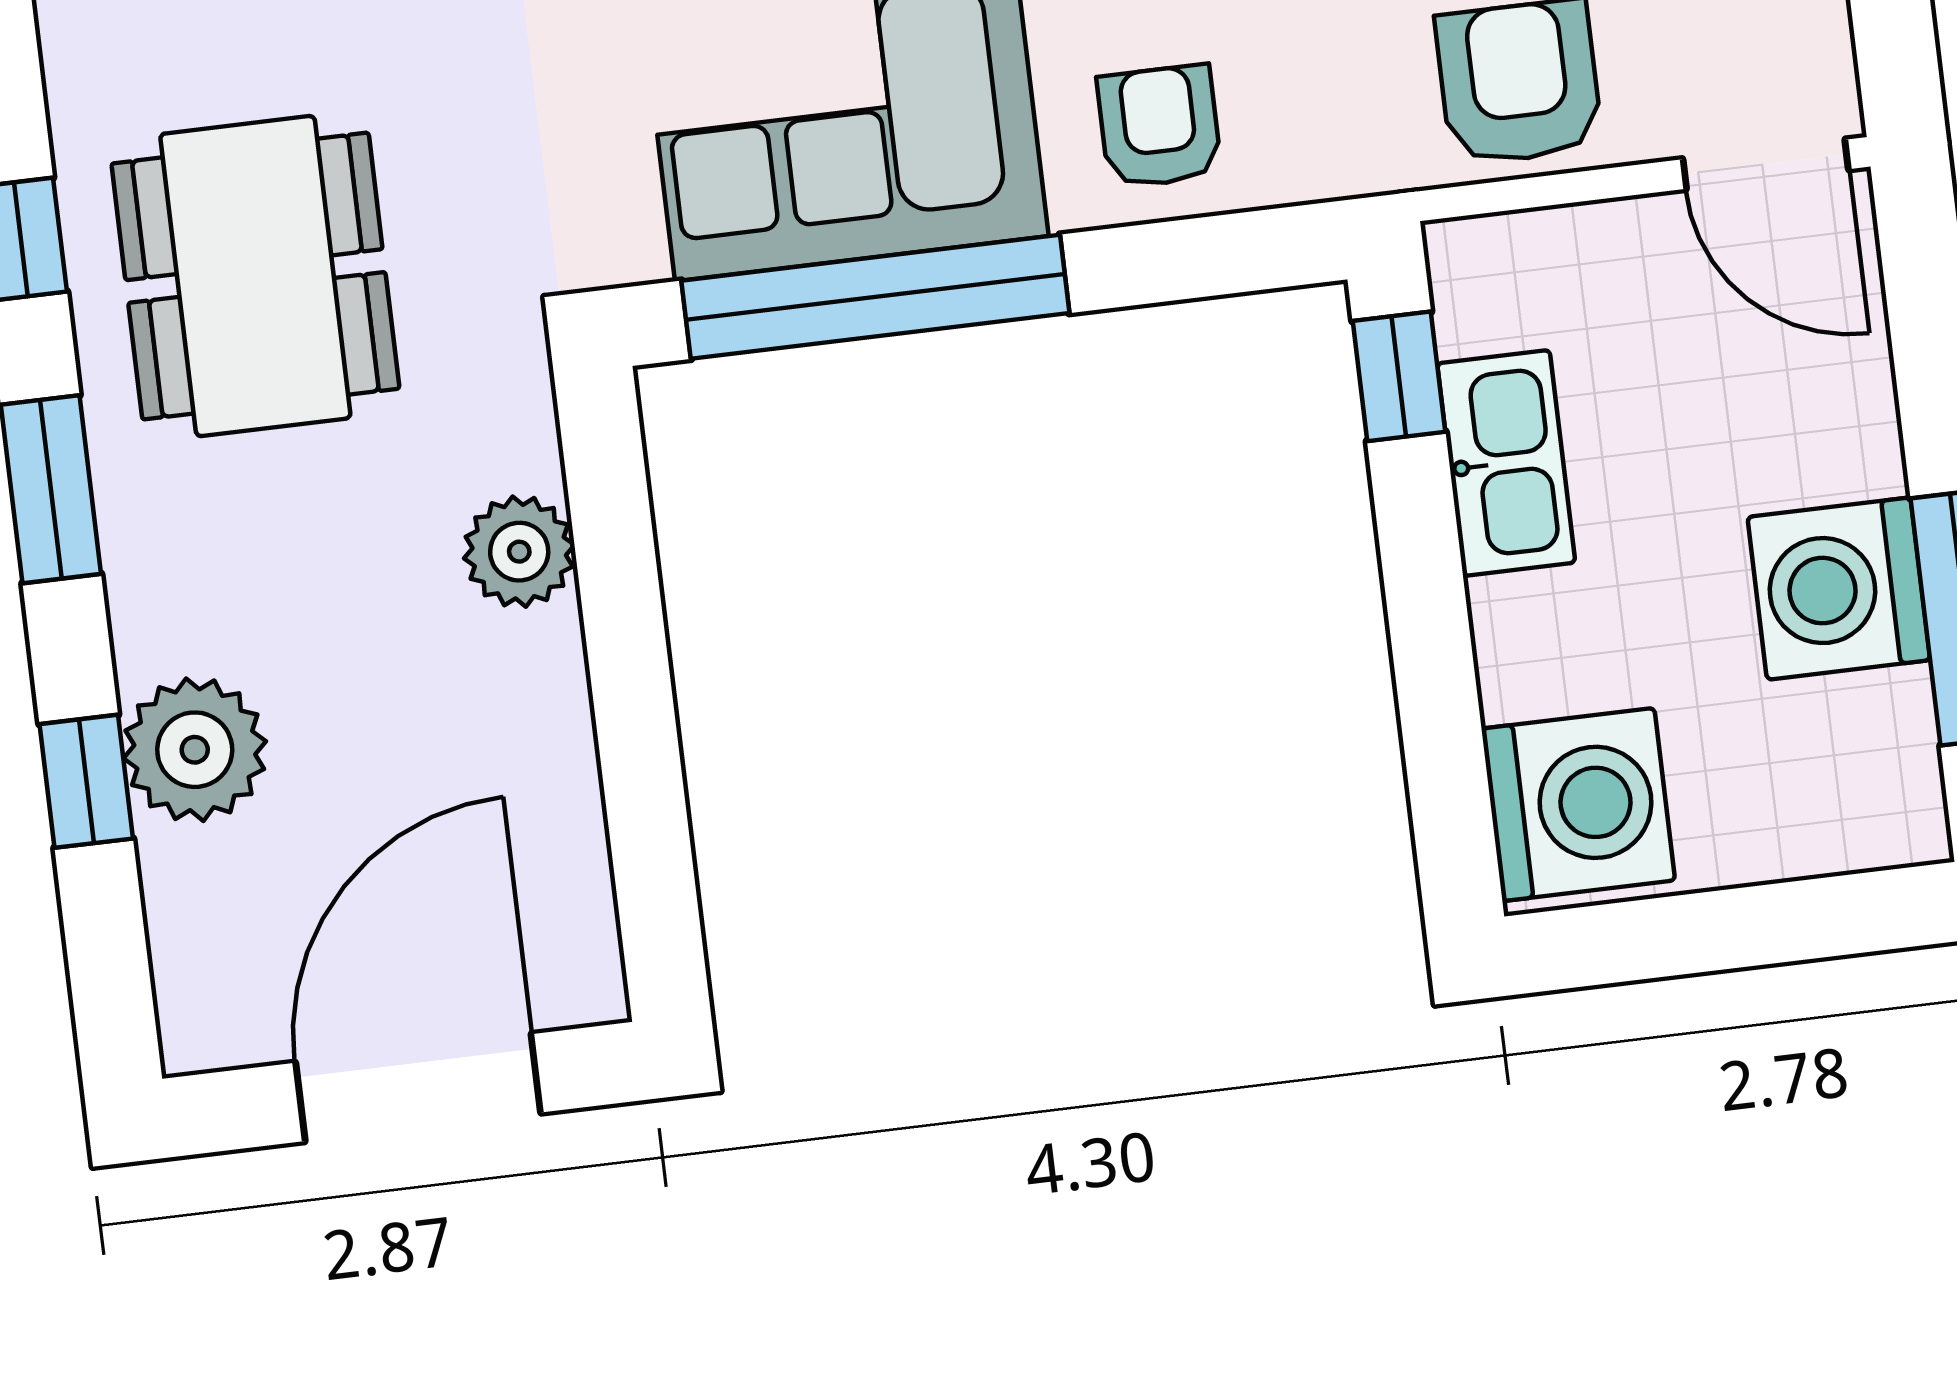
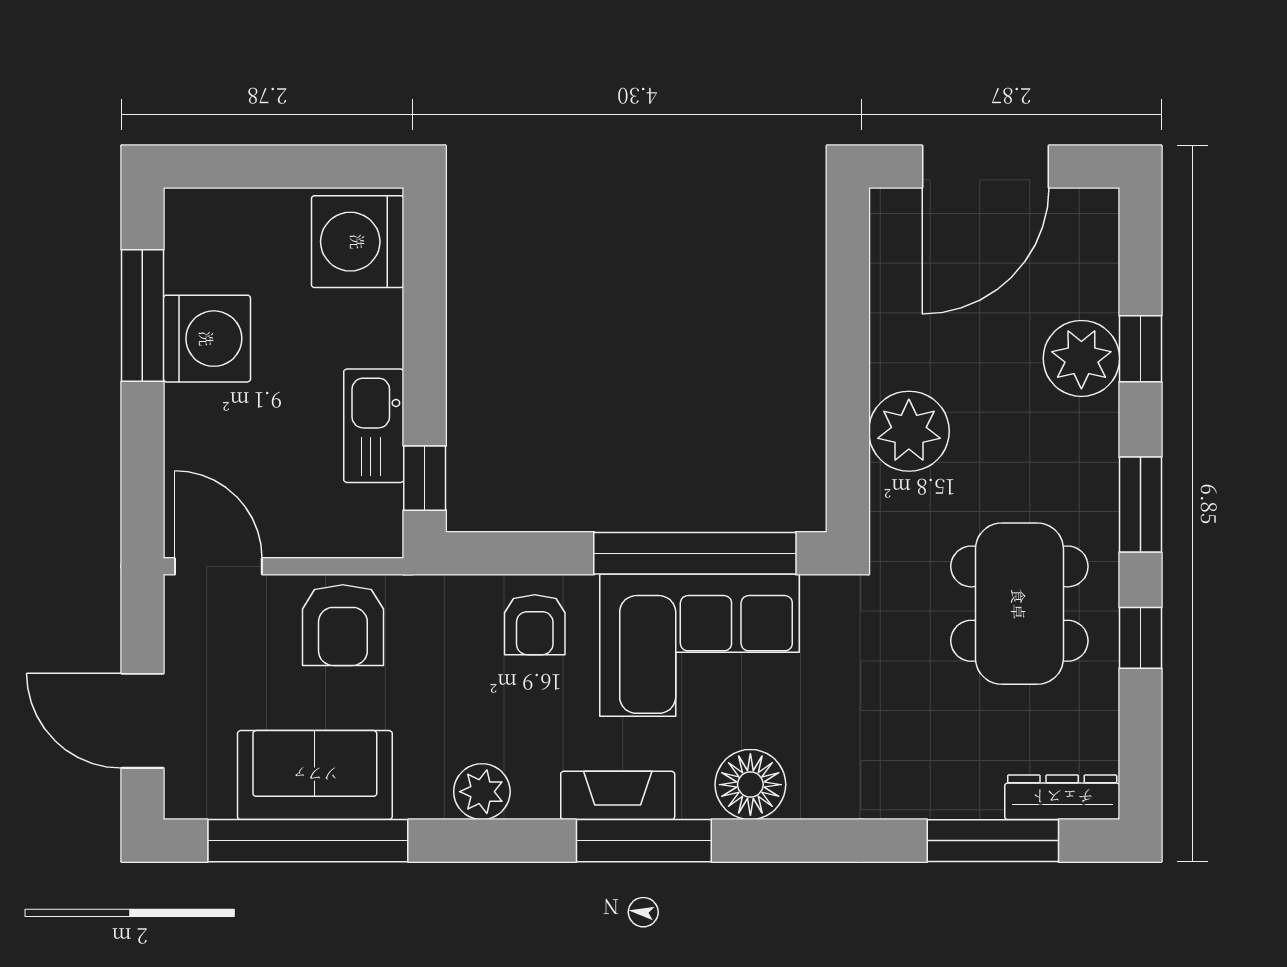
plant: (519, 552) -> (909, 431), width x1.36, depth x1.36

